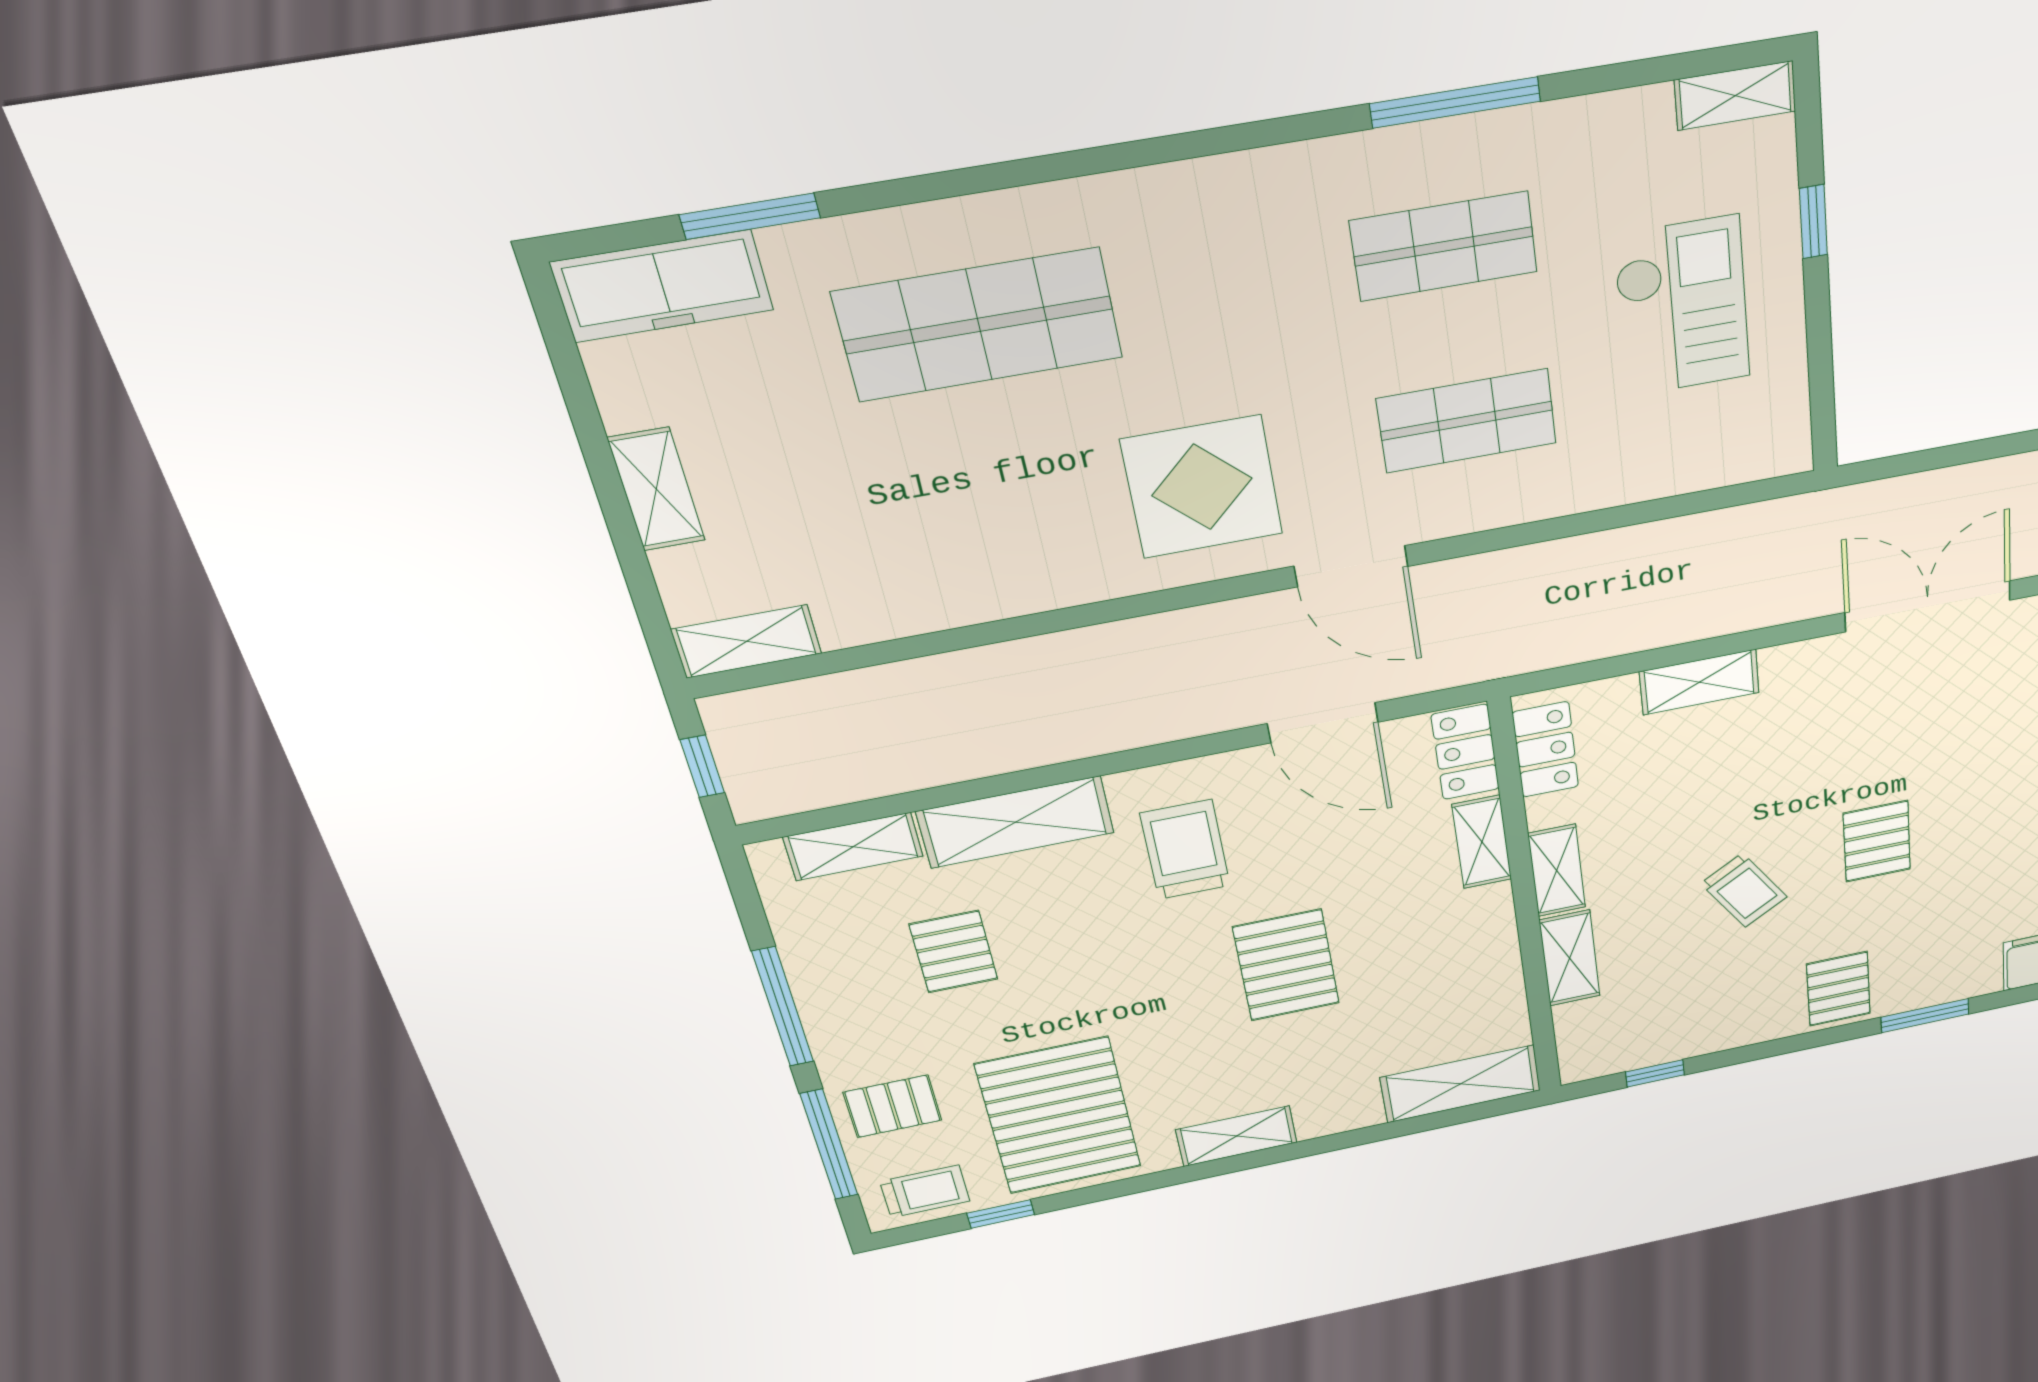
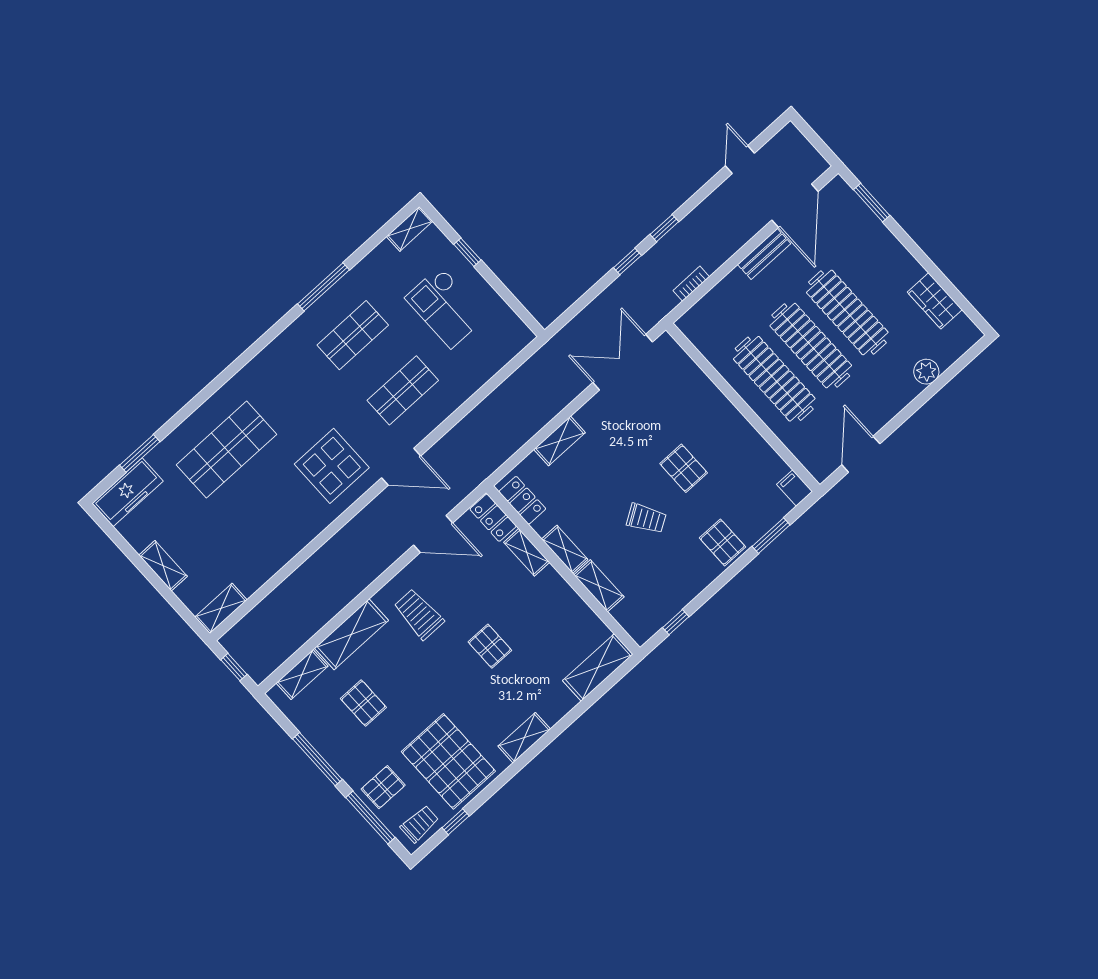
checkout: (1682, 306) -> (446, 307), turned 180
pallet: (1286, 965) -> (490, 646), width x0.67, depth x0.71

